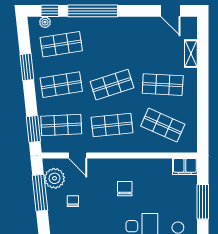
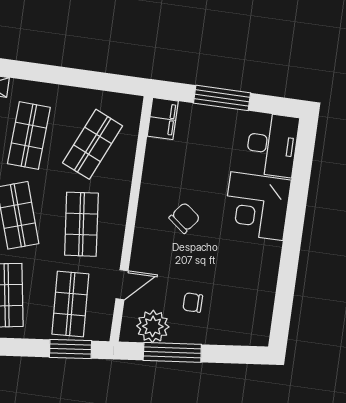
chair: (125, 189) -> (184, 218), turned 128

